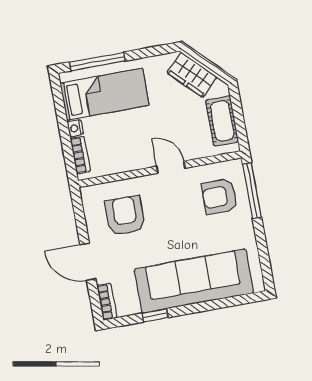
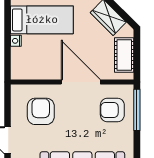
bookcase: (80, 155) -> (16, 61), removed
door: (171, 167) -> (81, 82), width x1.88

